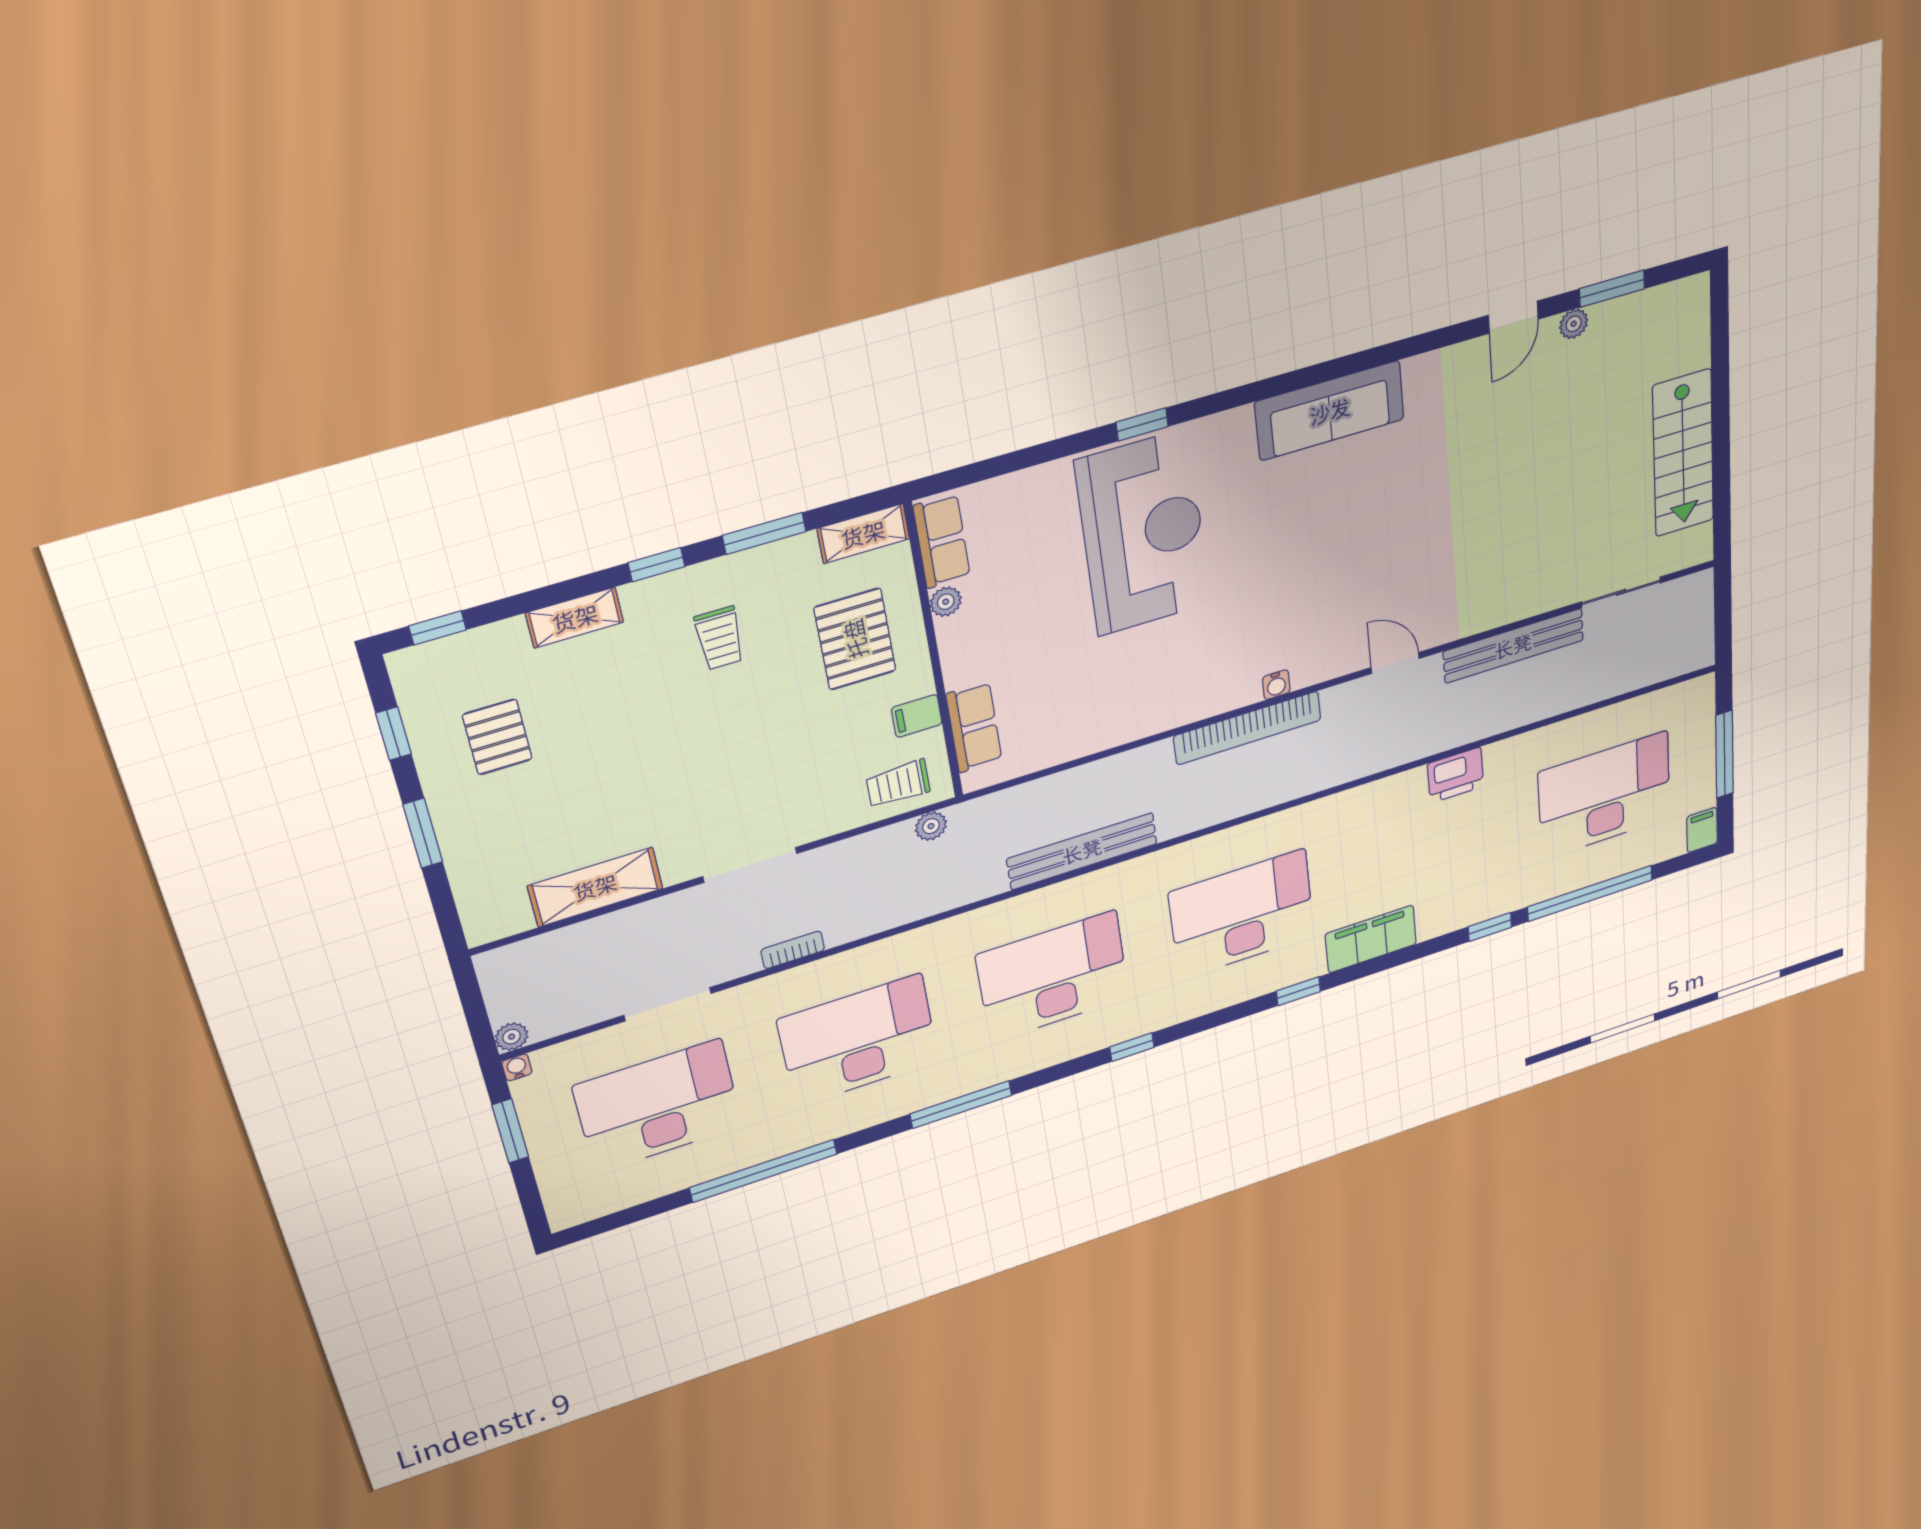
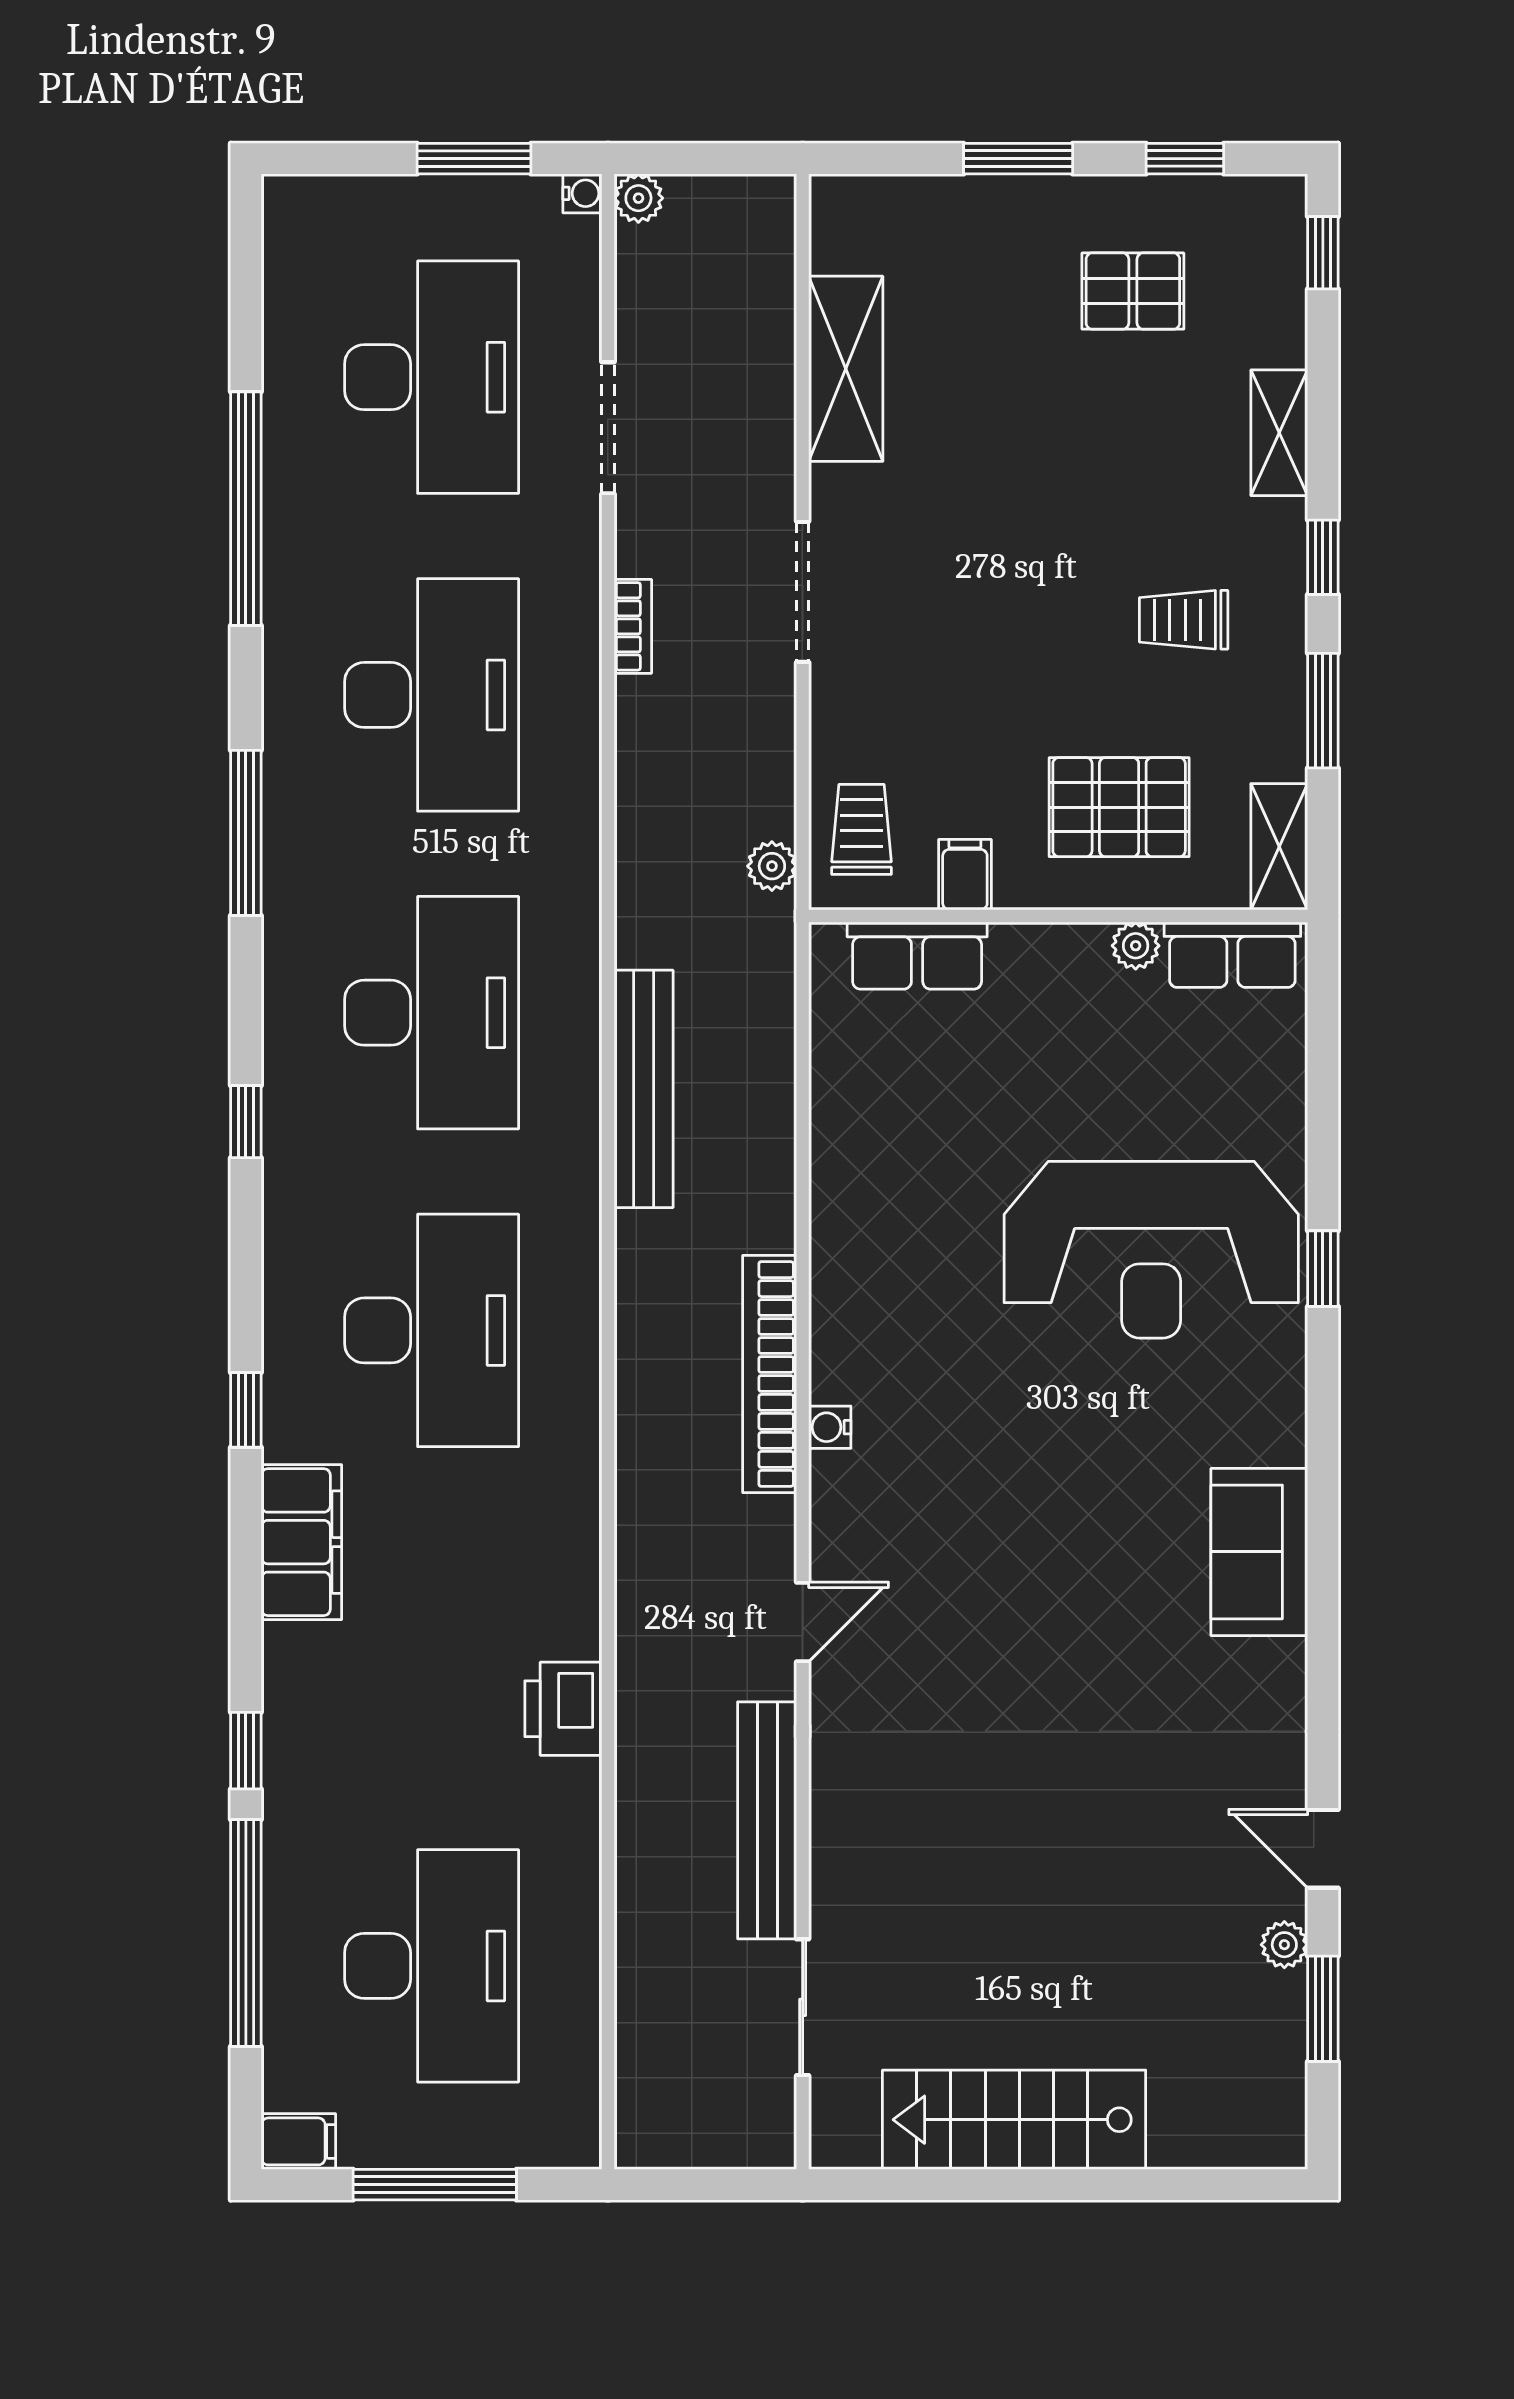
sofa: (1330, 411) -> (1259, 1552), width x0.73

